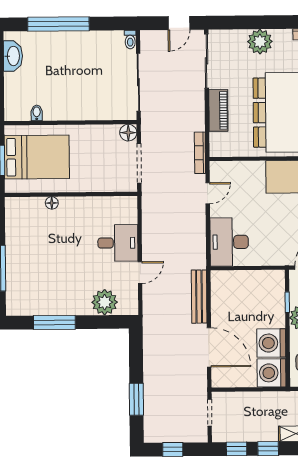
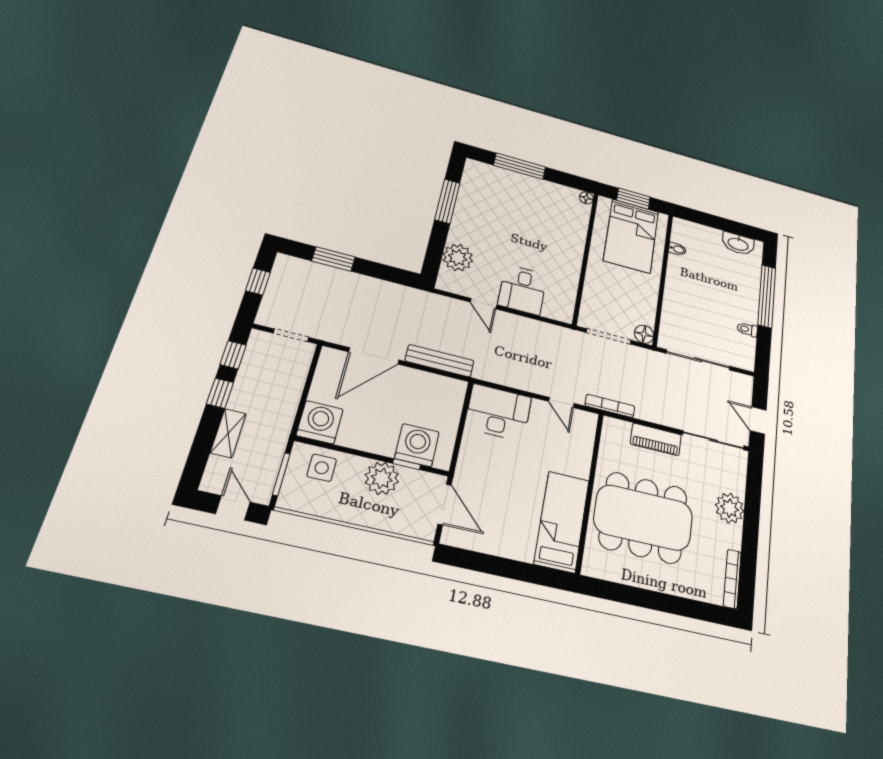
toilet: (130, 40) -> (747, 329), moved
floor lamp: (52, 203) -> (586, 198), moved
washing machine: (271, 343) -> (417, 445), moved

